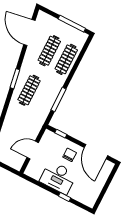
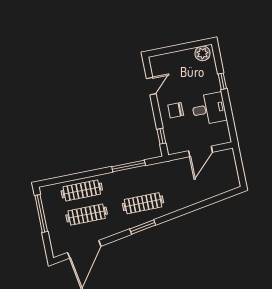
door: (33, 150) -> (201, 151), hinge flipped
door: (96, 152) -> (151, 86), width x0.53
desk: (58, 178) -> (209, 109), width x0.73
plant: (91, 198) -> (203, 53), added

